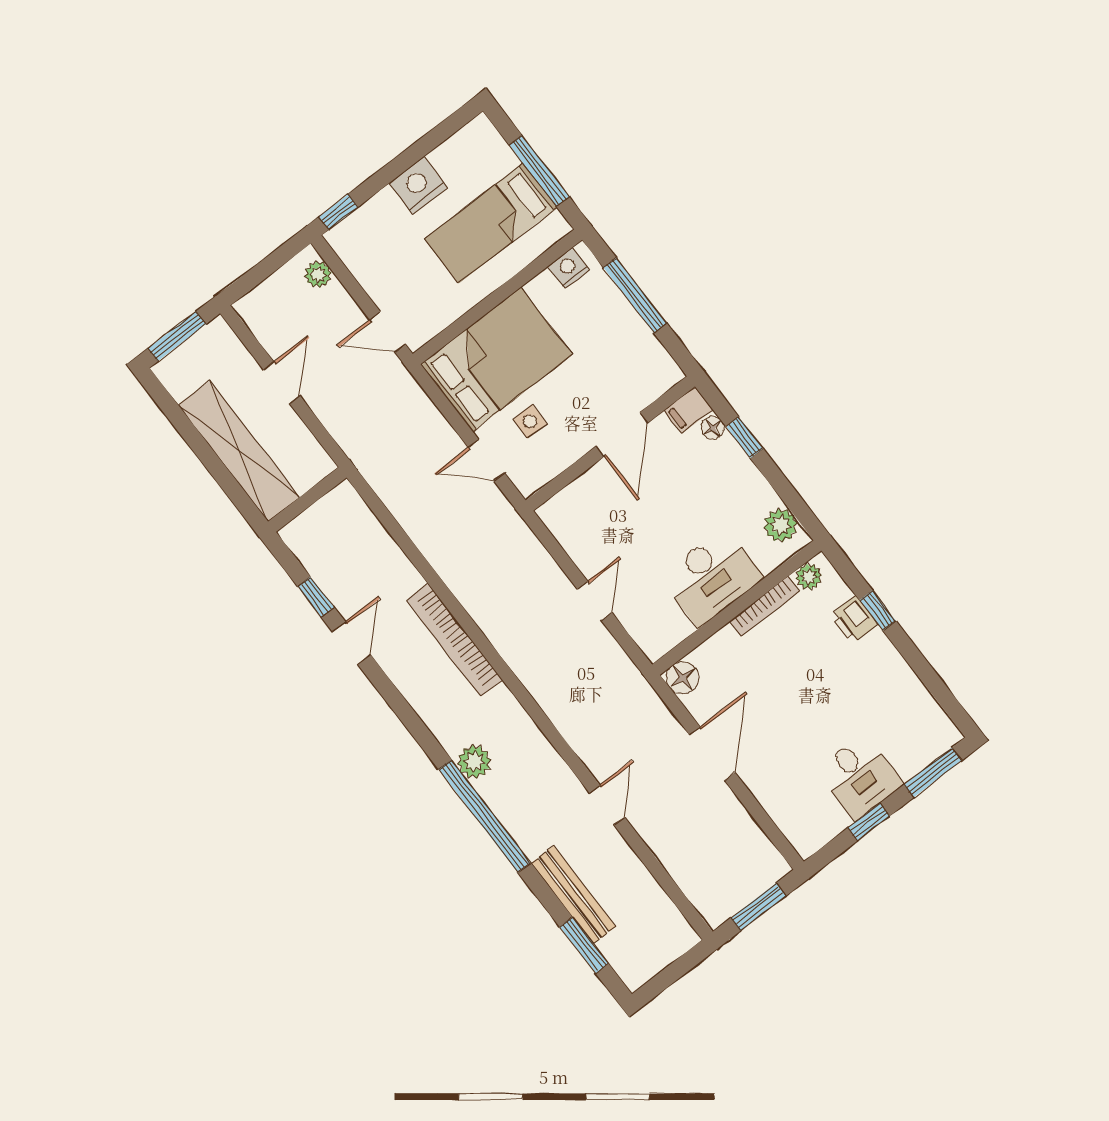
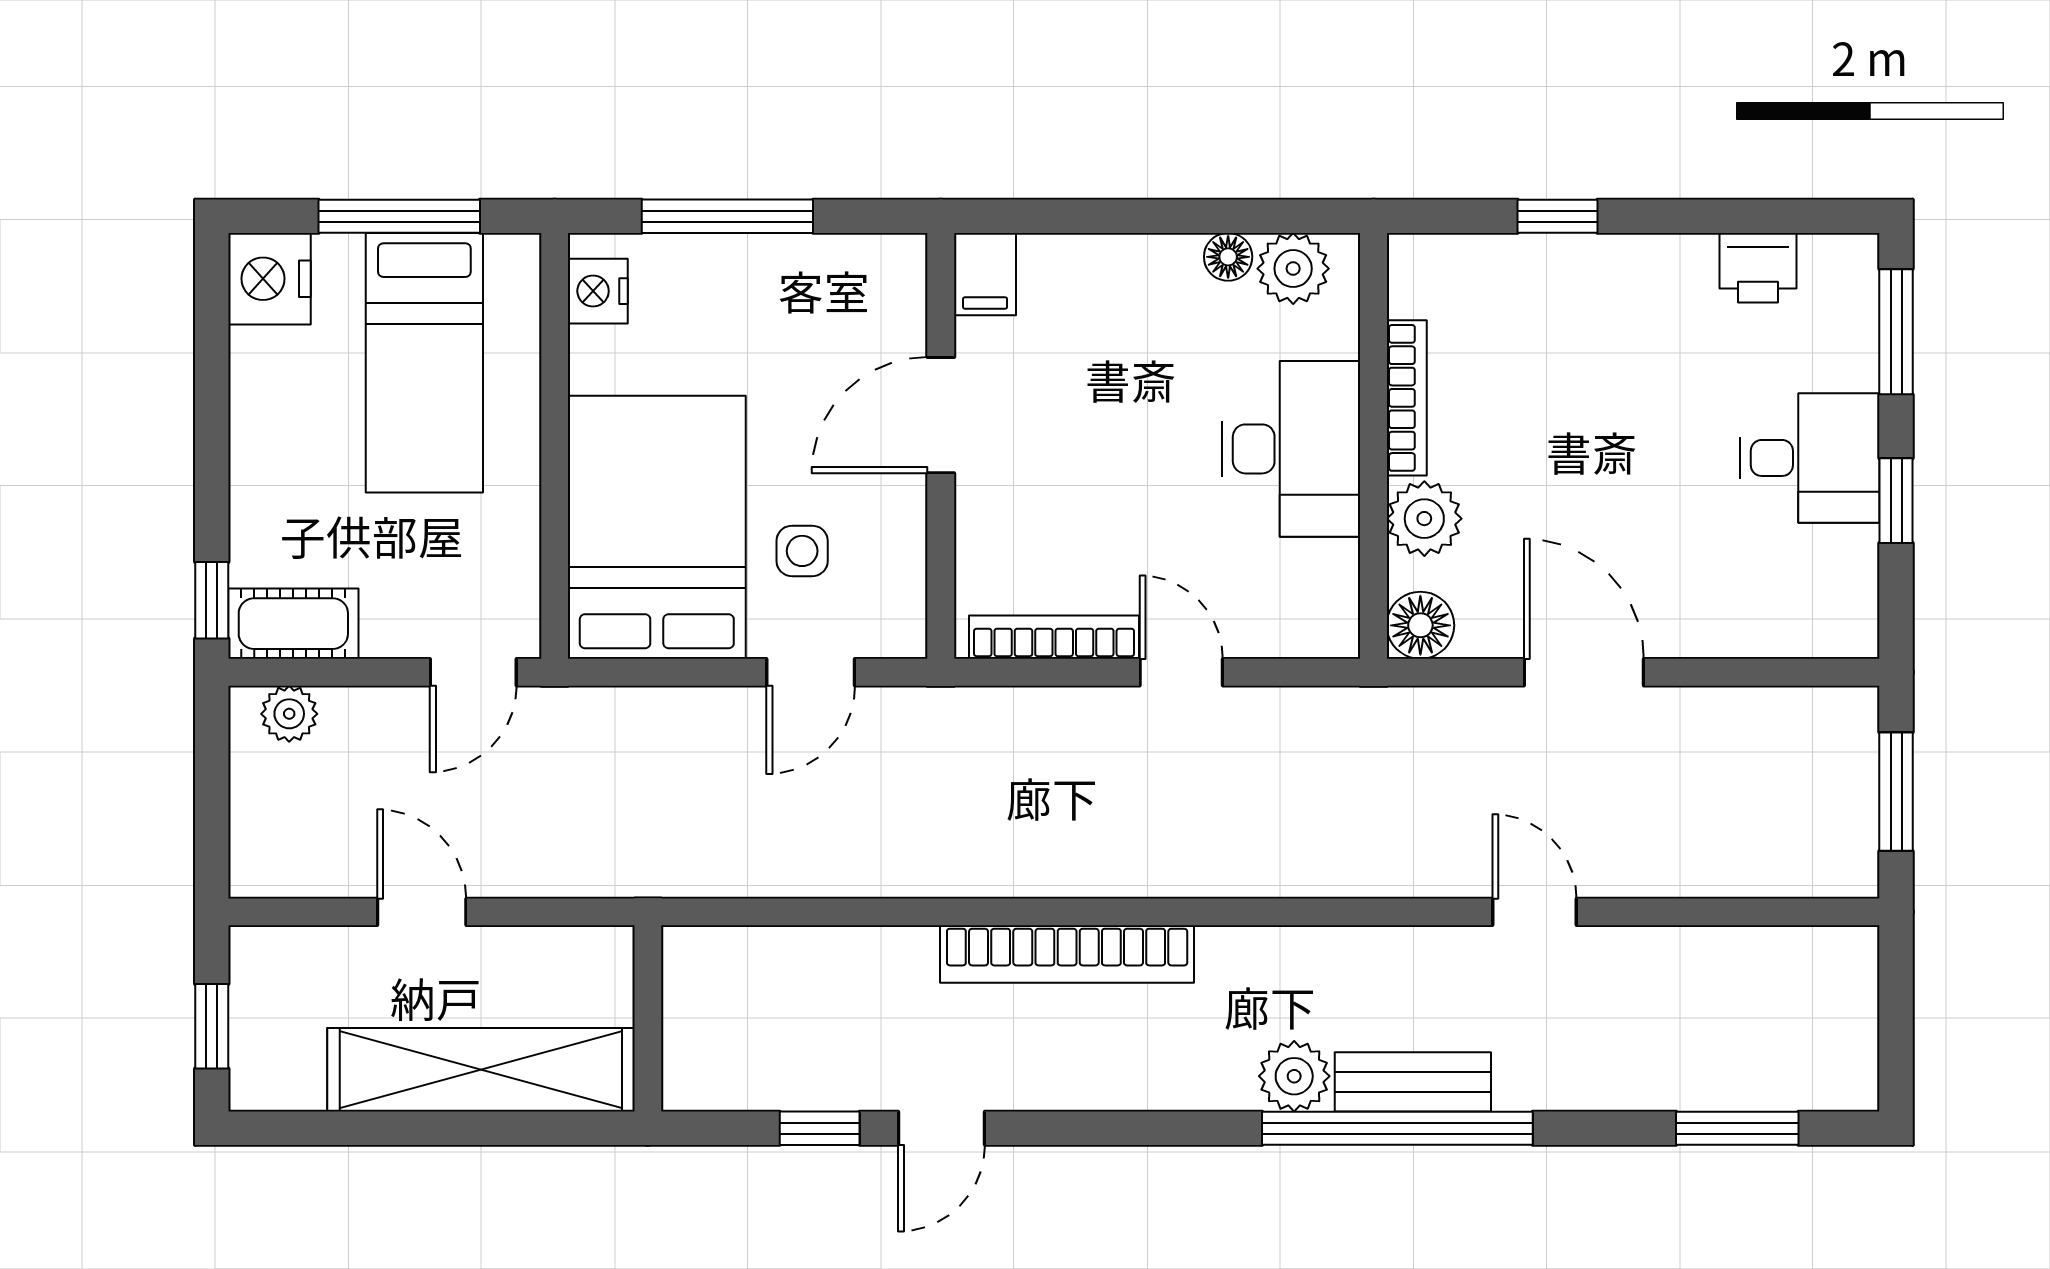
nightstand: (418, 185) -> (270, 279), moved
cot: (354, 250) -> (293, 624), added
window: (177, 336) -> (212, 1026), width x0.67
floor lamp: (713, 428) -> (1228, 257), moved
door: (622, 434) -> (941, 415), swing flipped
window: (744, 437) -> (1102, 216), removed
bookcase: (571, 542) -> (1054, 637), added
plant: (809, 577) -> (1424, 519), moved, width x1.38, depth x1.38
printer: (854, 620) -> (1758, 268), moved
door: (351, 643) -> (941, 1128), swing flipped
bench: (573, 895) -> (1413, 1082), moved, width x0.73

